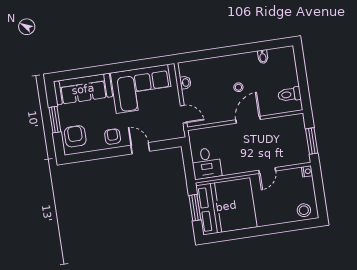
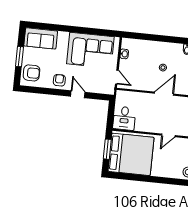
sofa: (83, 89) -> (41, 38), width x0.73
armchair: (75, 136) -> (31, 73), turned 90

